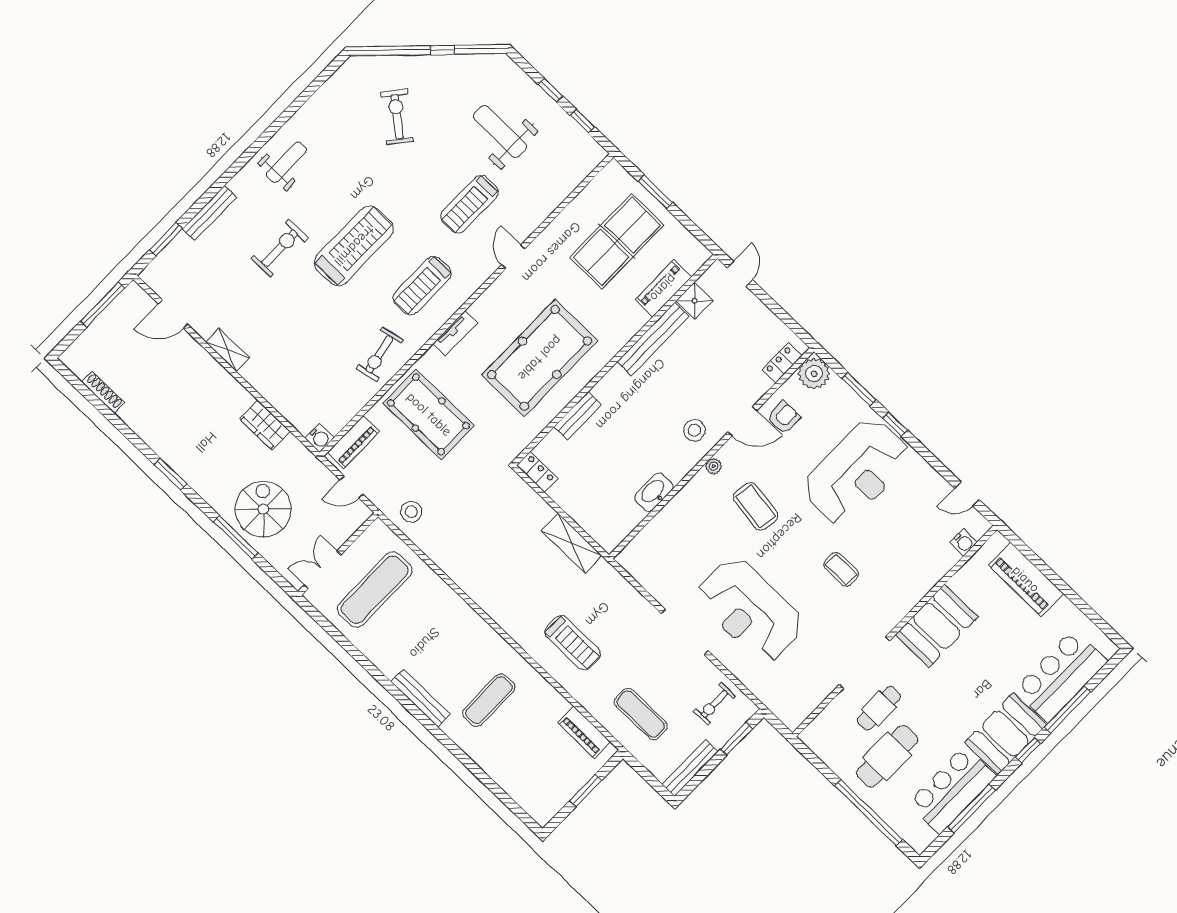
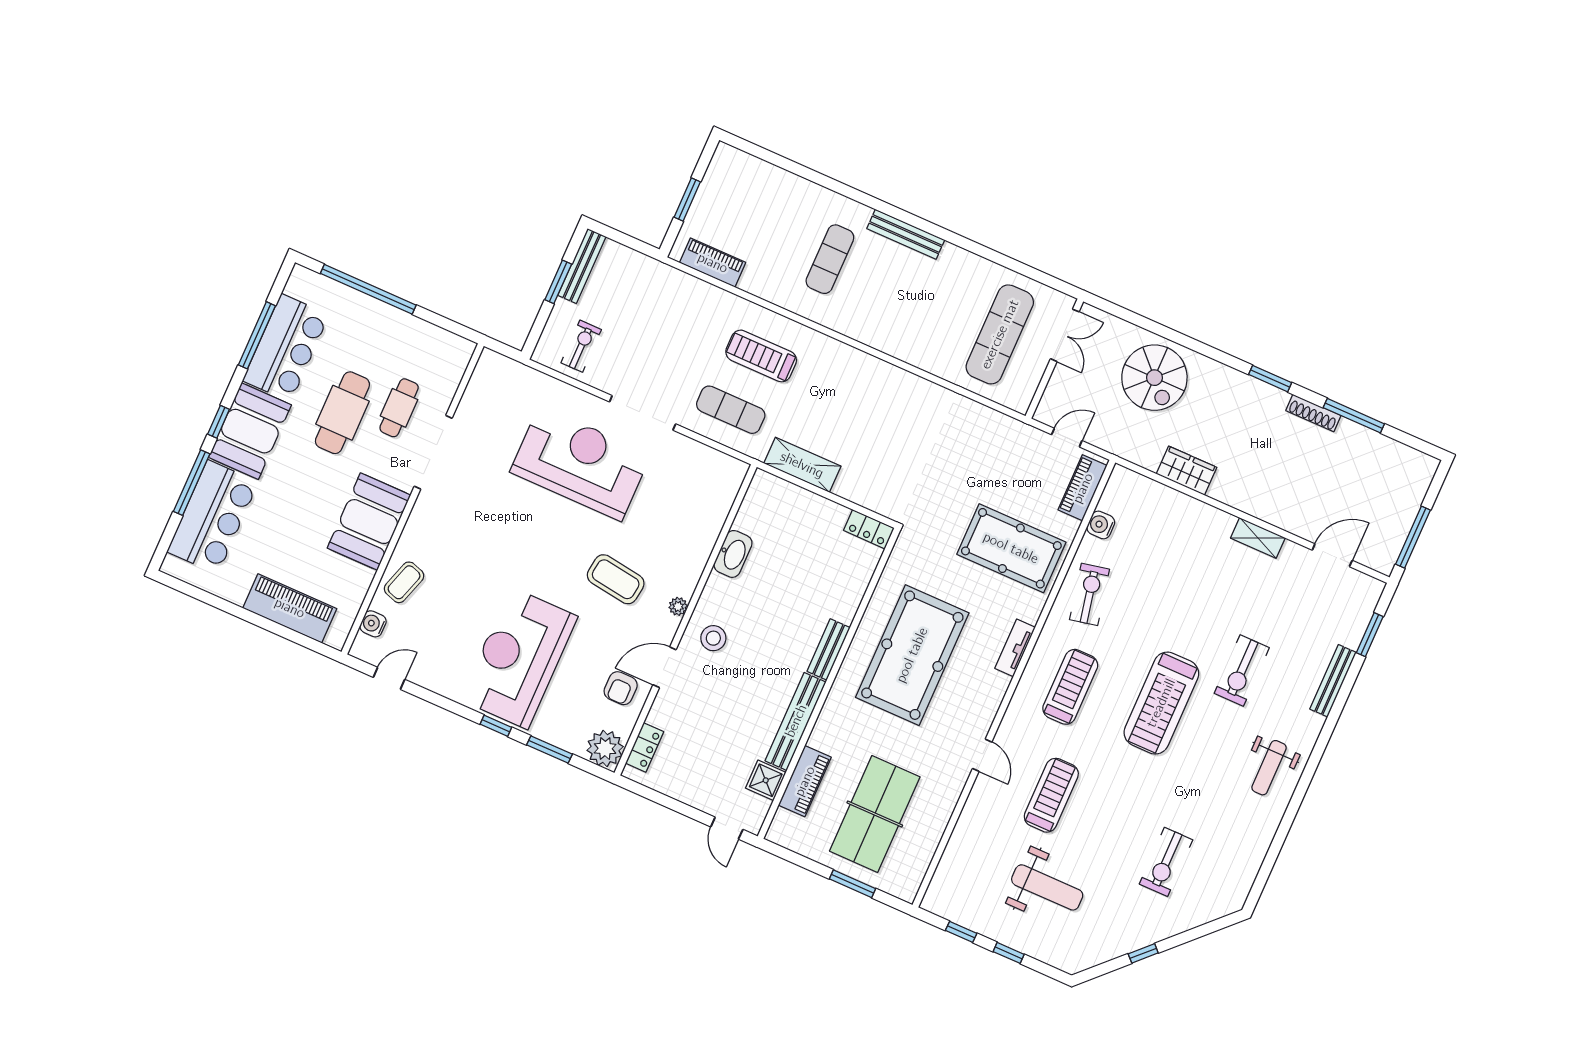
exercise bike: (397, 117) -> (1166, 862), turned 51
shoe rack: (103, 392) -> (1313, 413), moved
bench: (578, 416) -> (829, 649), moved
water cooler: (320, 438) -> (1101, 525), moved
stool: (411, 512) -> (991, 435), removed
window: (236, 537) -> (1354, 416), moved
coffee table: (841, 569) -> (404, 582), moved, turned -72
exercise mat: (641, 714) -> (731, 410), moved
window: (736, 739) -> (558, 282), moved
cafe table: (887, 756) -> (342, 413), moved

